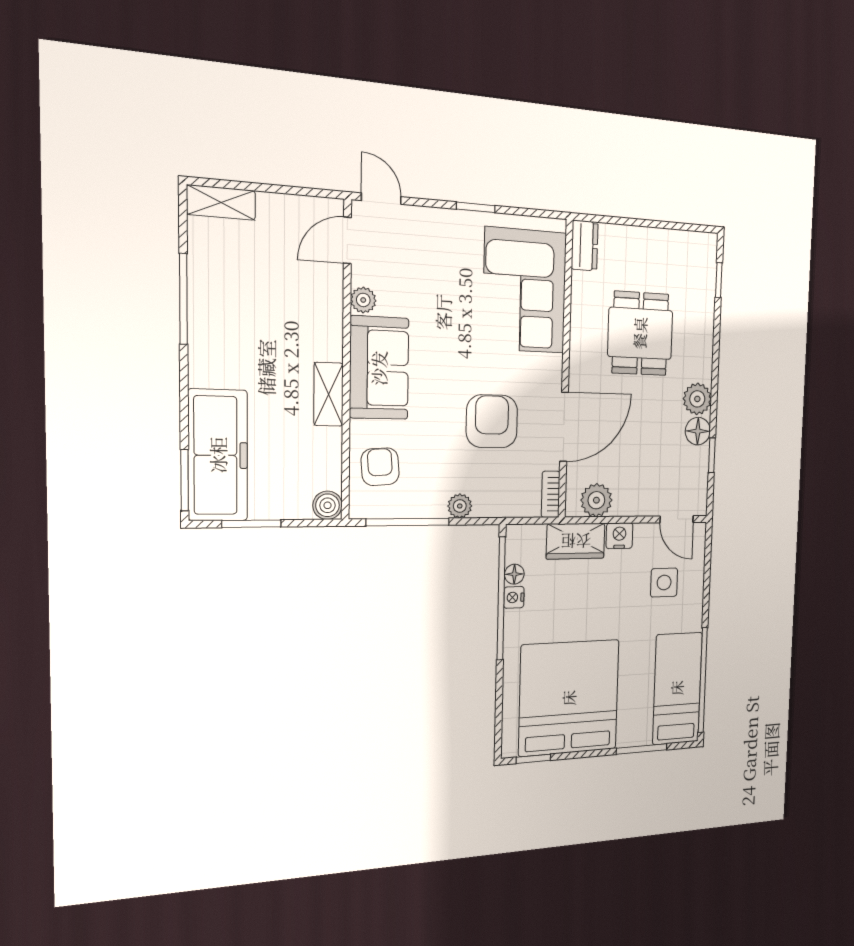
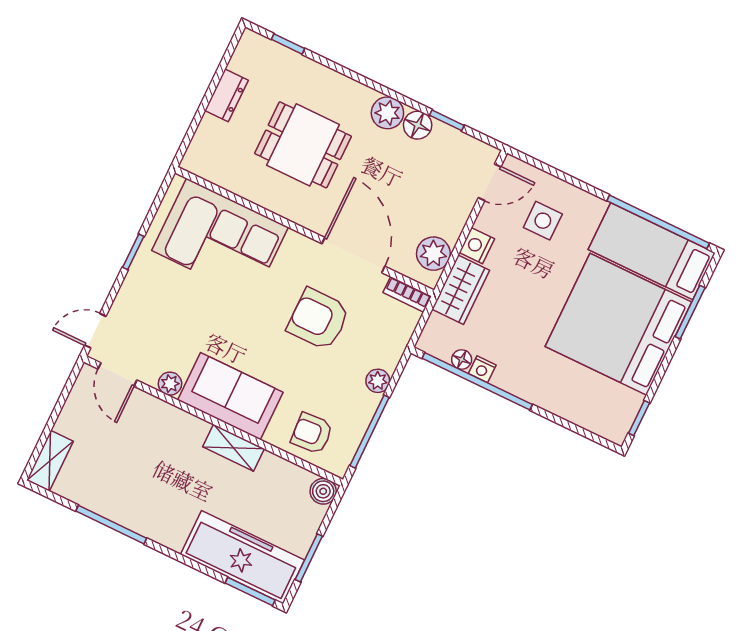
dresser: (585, 246) -> (226, 95), moved, turned 90
bed: (569, 698) -> (618, 324), moved

